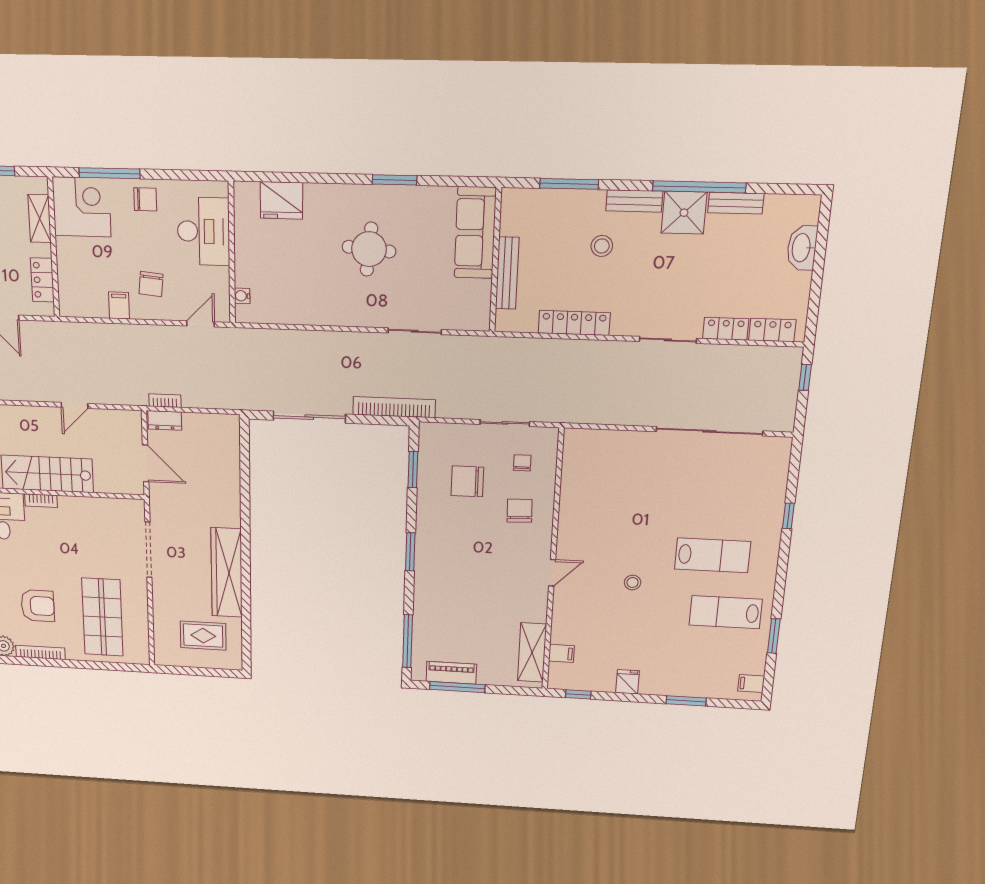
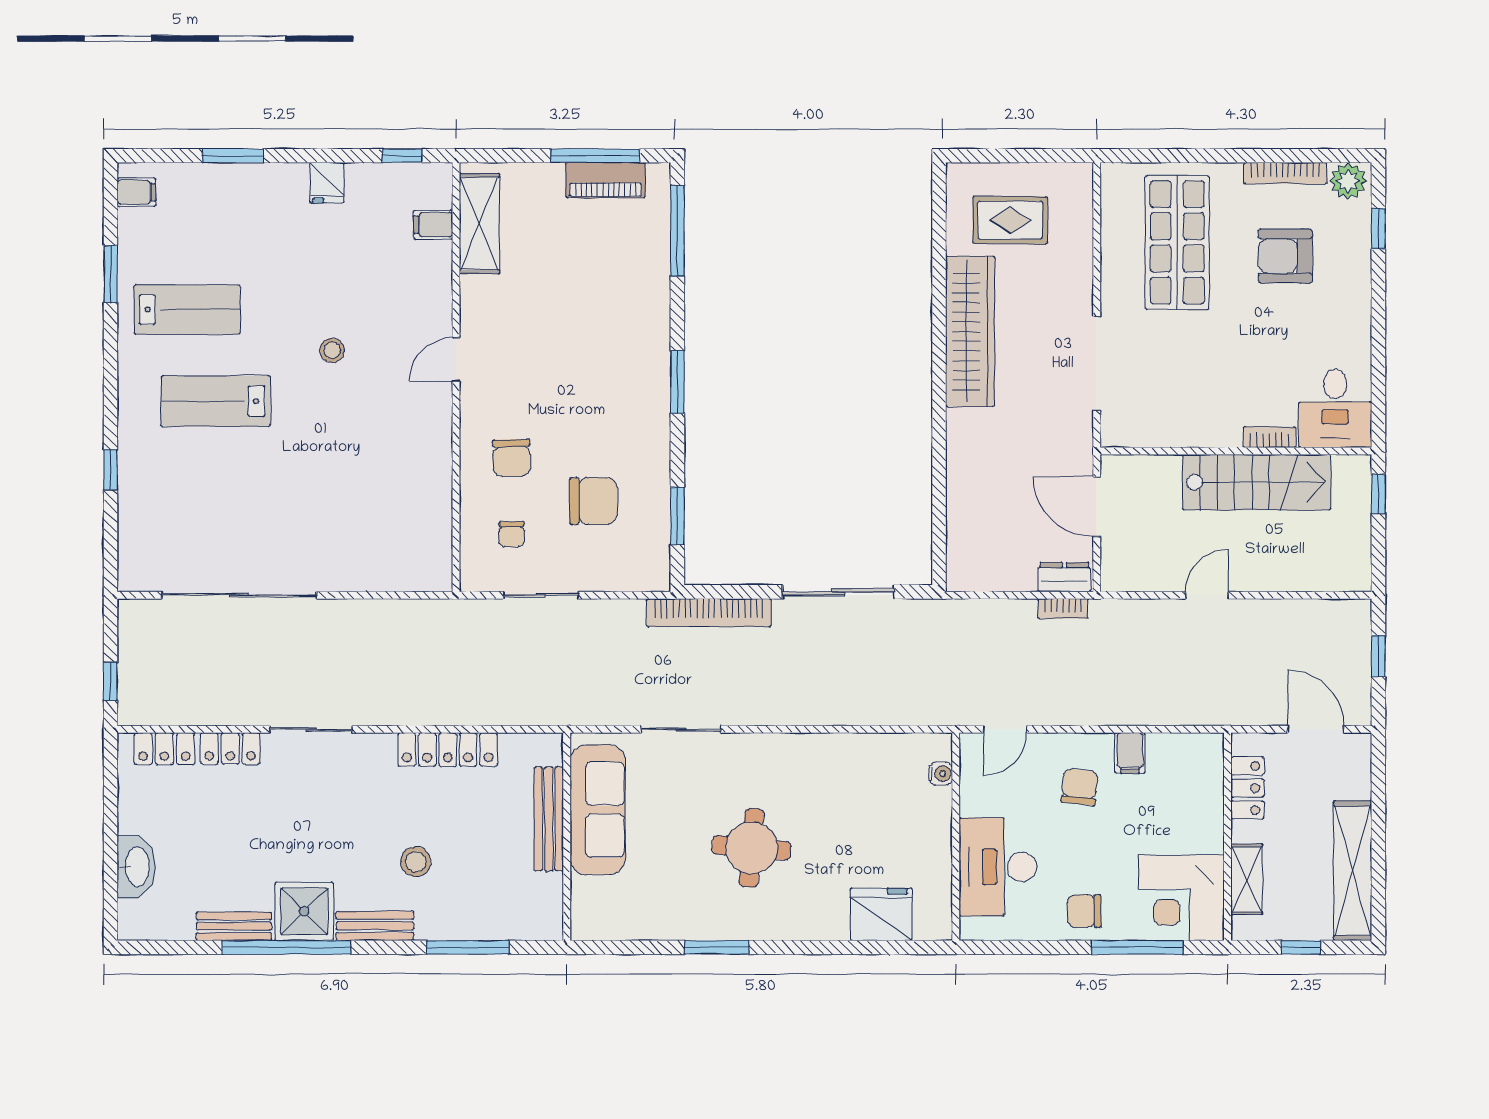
sofa: (475, 233) -> (598, 810), moved

